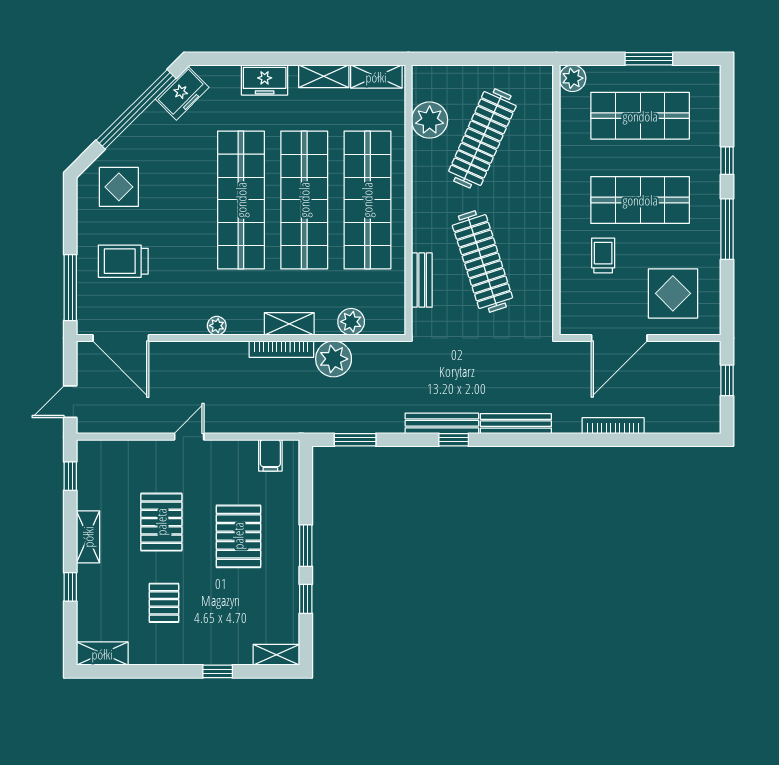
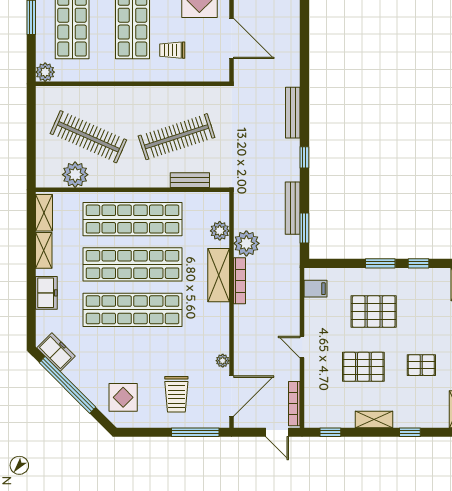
shelving: (289, 324) -> (219, 275), width x1.50, depth x1.33
plant: (217, 326) -> (223, 361), moved
bench: (442, 423) -> (293, 208), moved
bookcase: (613, 426) -> (294, 404), moved

